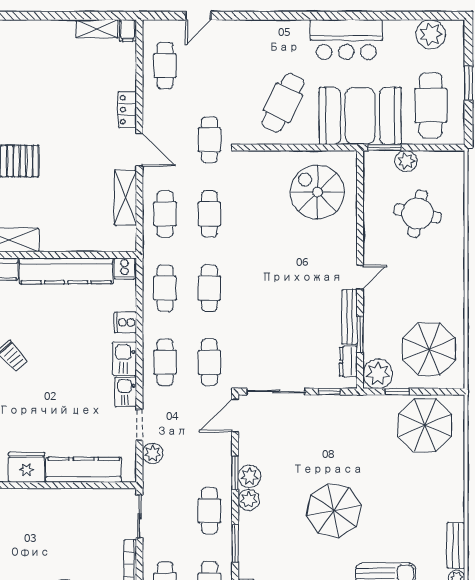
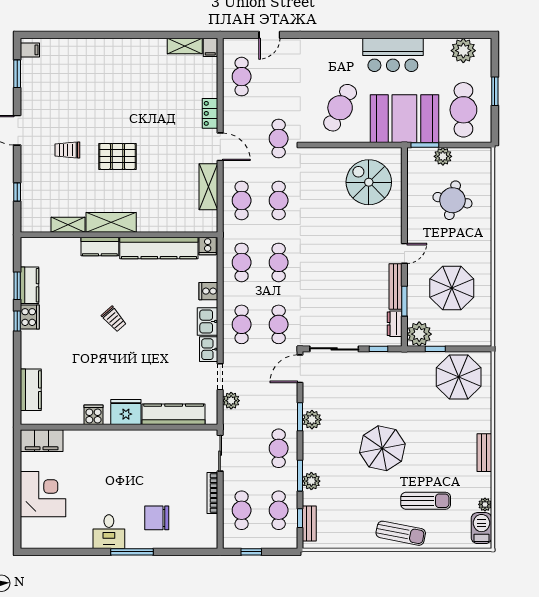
parasol: (429, 349) -> (452, 288), moved
plant: (249, 500) -> (311, 481), moved
bench: (456, 546) -> (484, 453), moved

